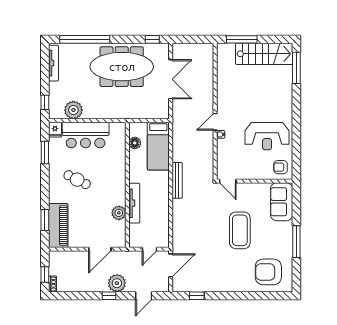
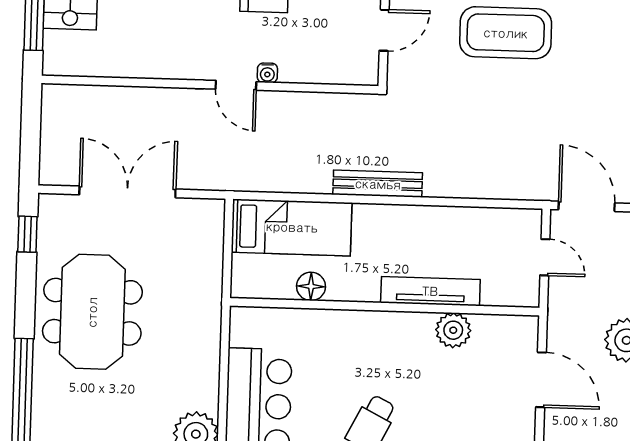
meeting table: (122, 67) -> (92, 312), width x0.73
floor lamp: (135, 143) -> (311, 286), moved
door: (228, 181) -> (384, 30), moved

